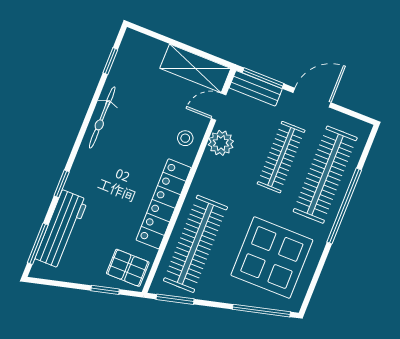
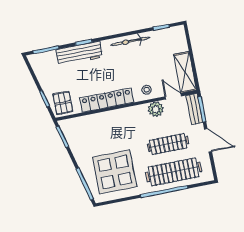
workbench: (62, 229) -> (79, 53), moved
clothes rail: (195, 244) -> (97, 129), removed

